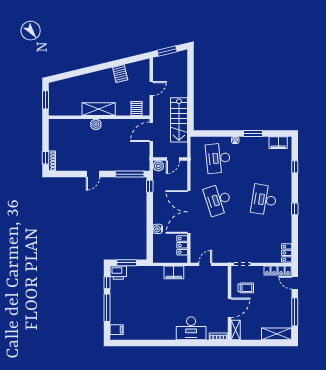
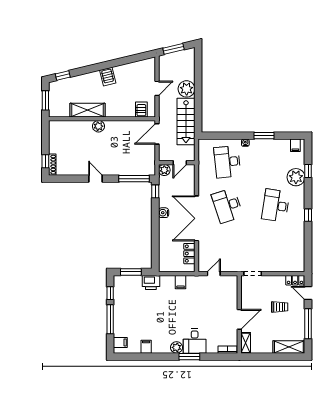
server rack: (120, 74) -> (108, 77), moved
window: (62, 76) -> (63, 75), added
plant: (179, 89) -> (187, 89), added
shelving: (99, 109) -> (88, 110), moved
filing cabinet: (278, 143) -> (295, 145), width x0.50
plant: (283, 173) -> (296, 177), added
door: (93, 174) -> (95, 179), swing flipped
water cooler: (158, 229) -> (164, 213), moved
locker: (287, 253) -> (299, 262), removed
locker: (278, 271) -> (295, 280), width x0.66
filing cabinet: (174, 272) -> (181, 282), width x0.50
printer: (118, 273) -> (151, 282), moved
trolley: (246, 288) -> (280, 307), moved
desk: (191, 328) -> (195, 341), width x0.73
filing cabinet: (141, 334) -> (146, 347), added
plant: (170, 334) -> (177, 347), added
window: (182, 343) -> (189, 357), added

